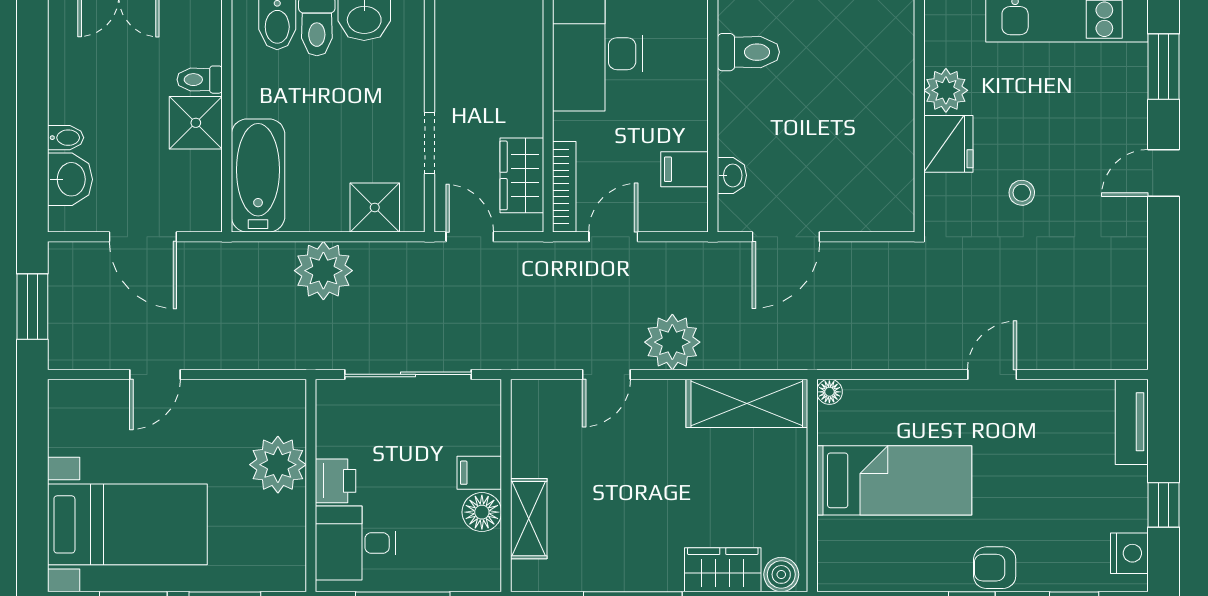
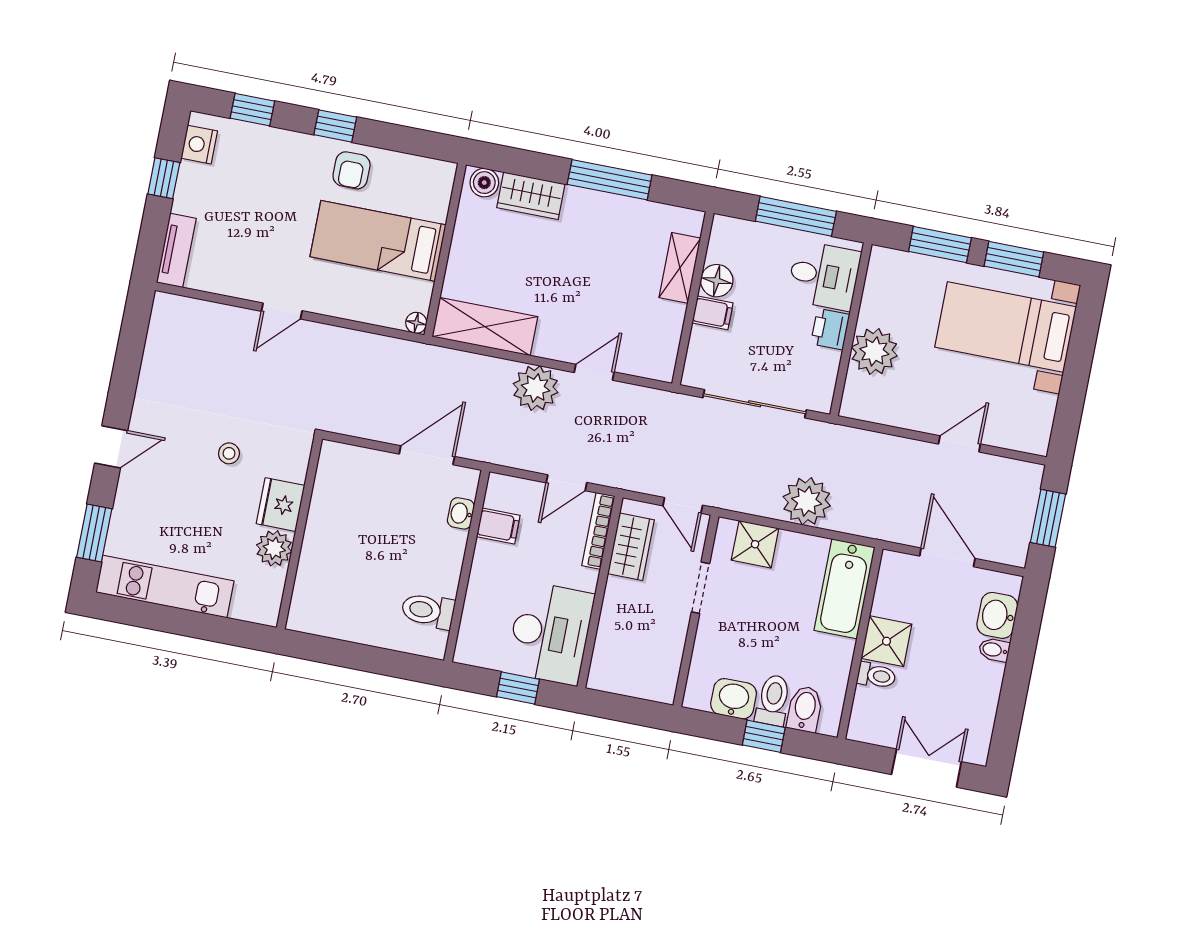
armchair: (995, 568) -> (352, 170), moved, turned 90

